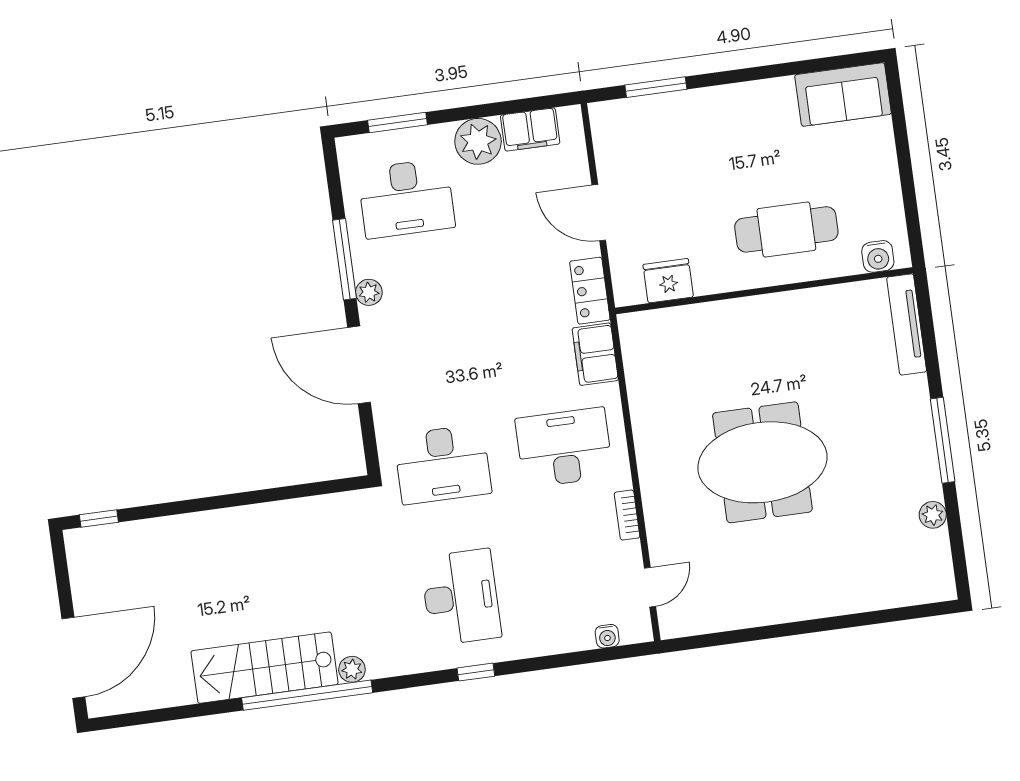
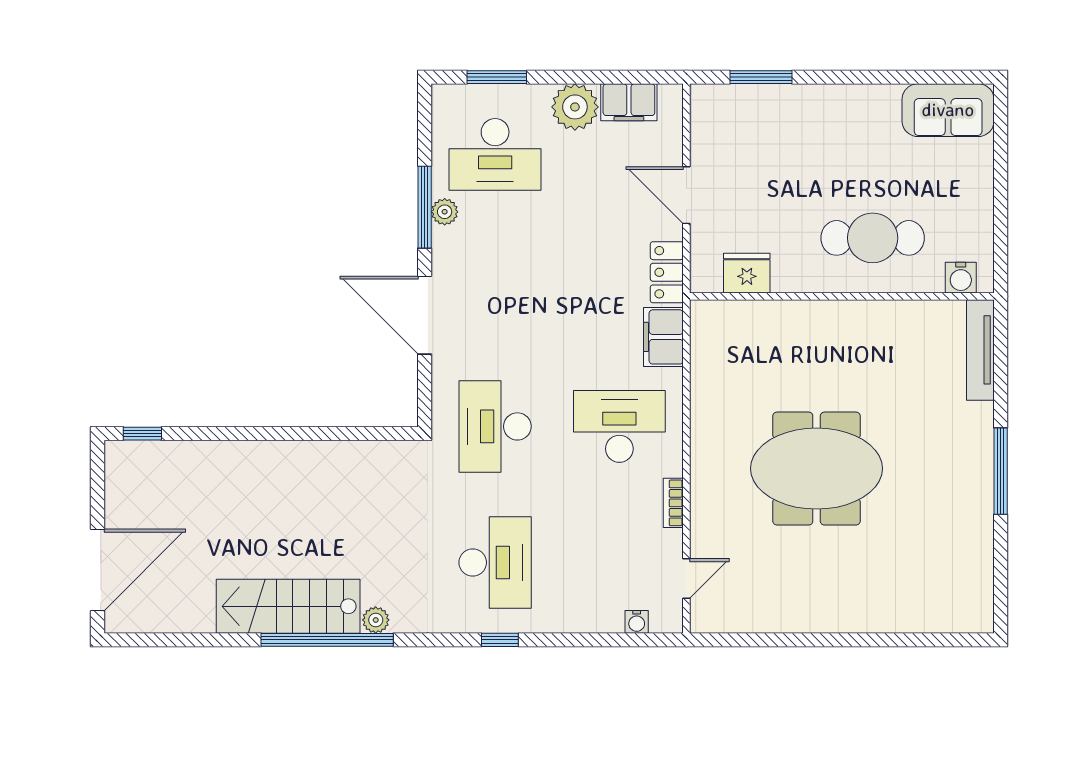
plant: (369, 292) -> (445, 212), moved
desk: (443, 464) -> (495, 426), turned 90
plant: (933, 515) -> (980, 545), removed

